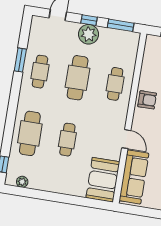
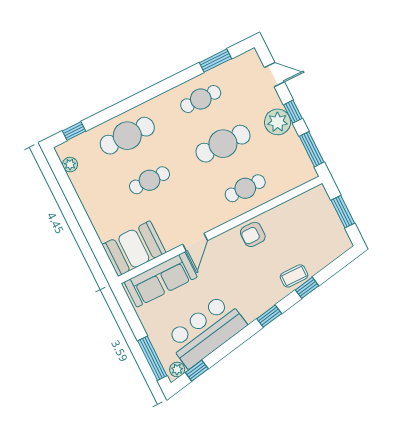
window: (20, 60) -> (215, 61), moved
armchair: (147, 100) -> (253, 234), turned 90

